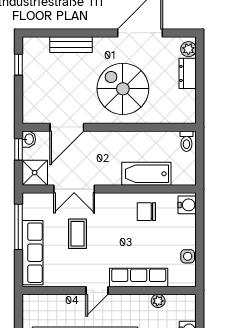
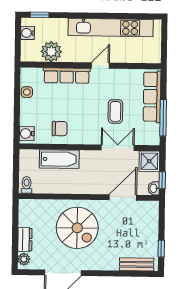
bench: (71, 45) -> (137, 264), moved
plant: (158, 301) -> (51, 52), width x1.87, depth x1.87

